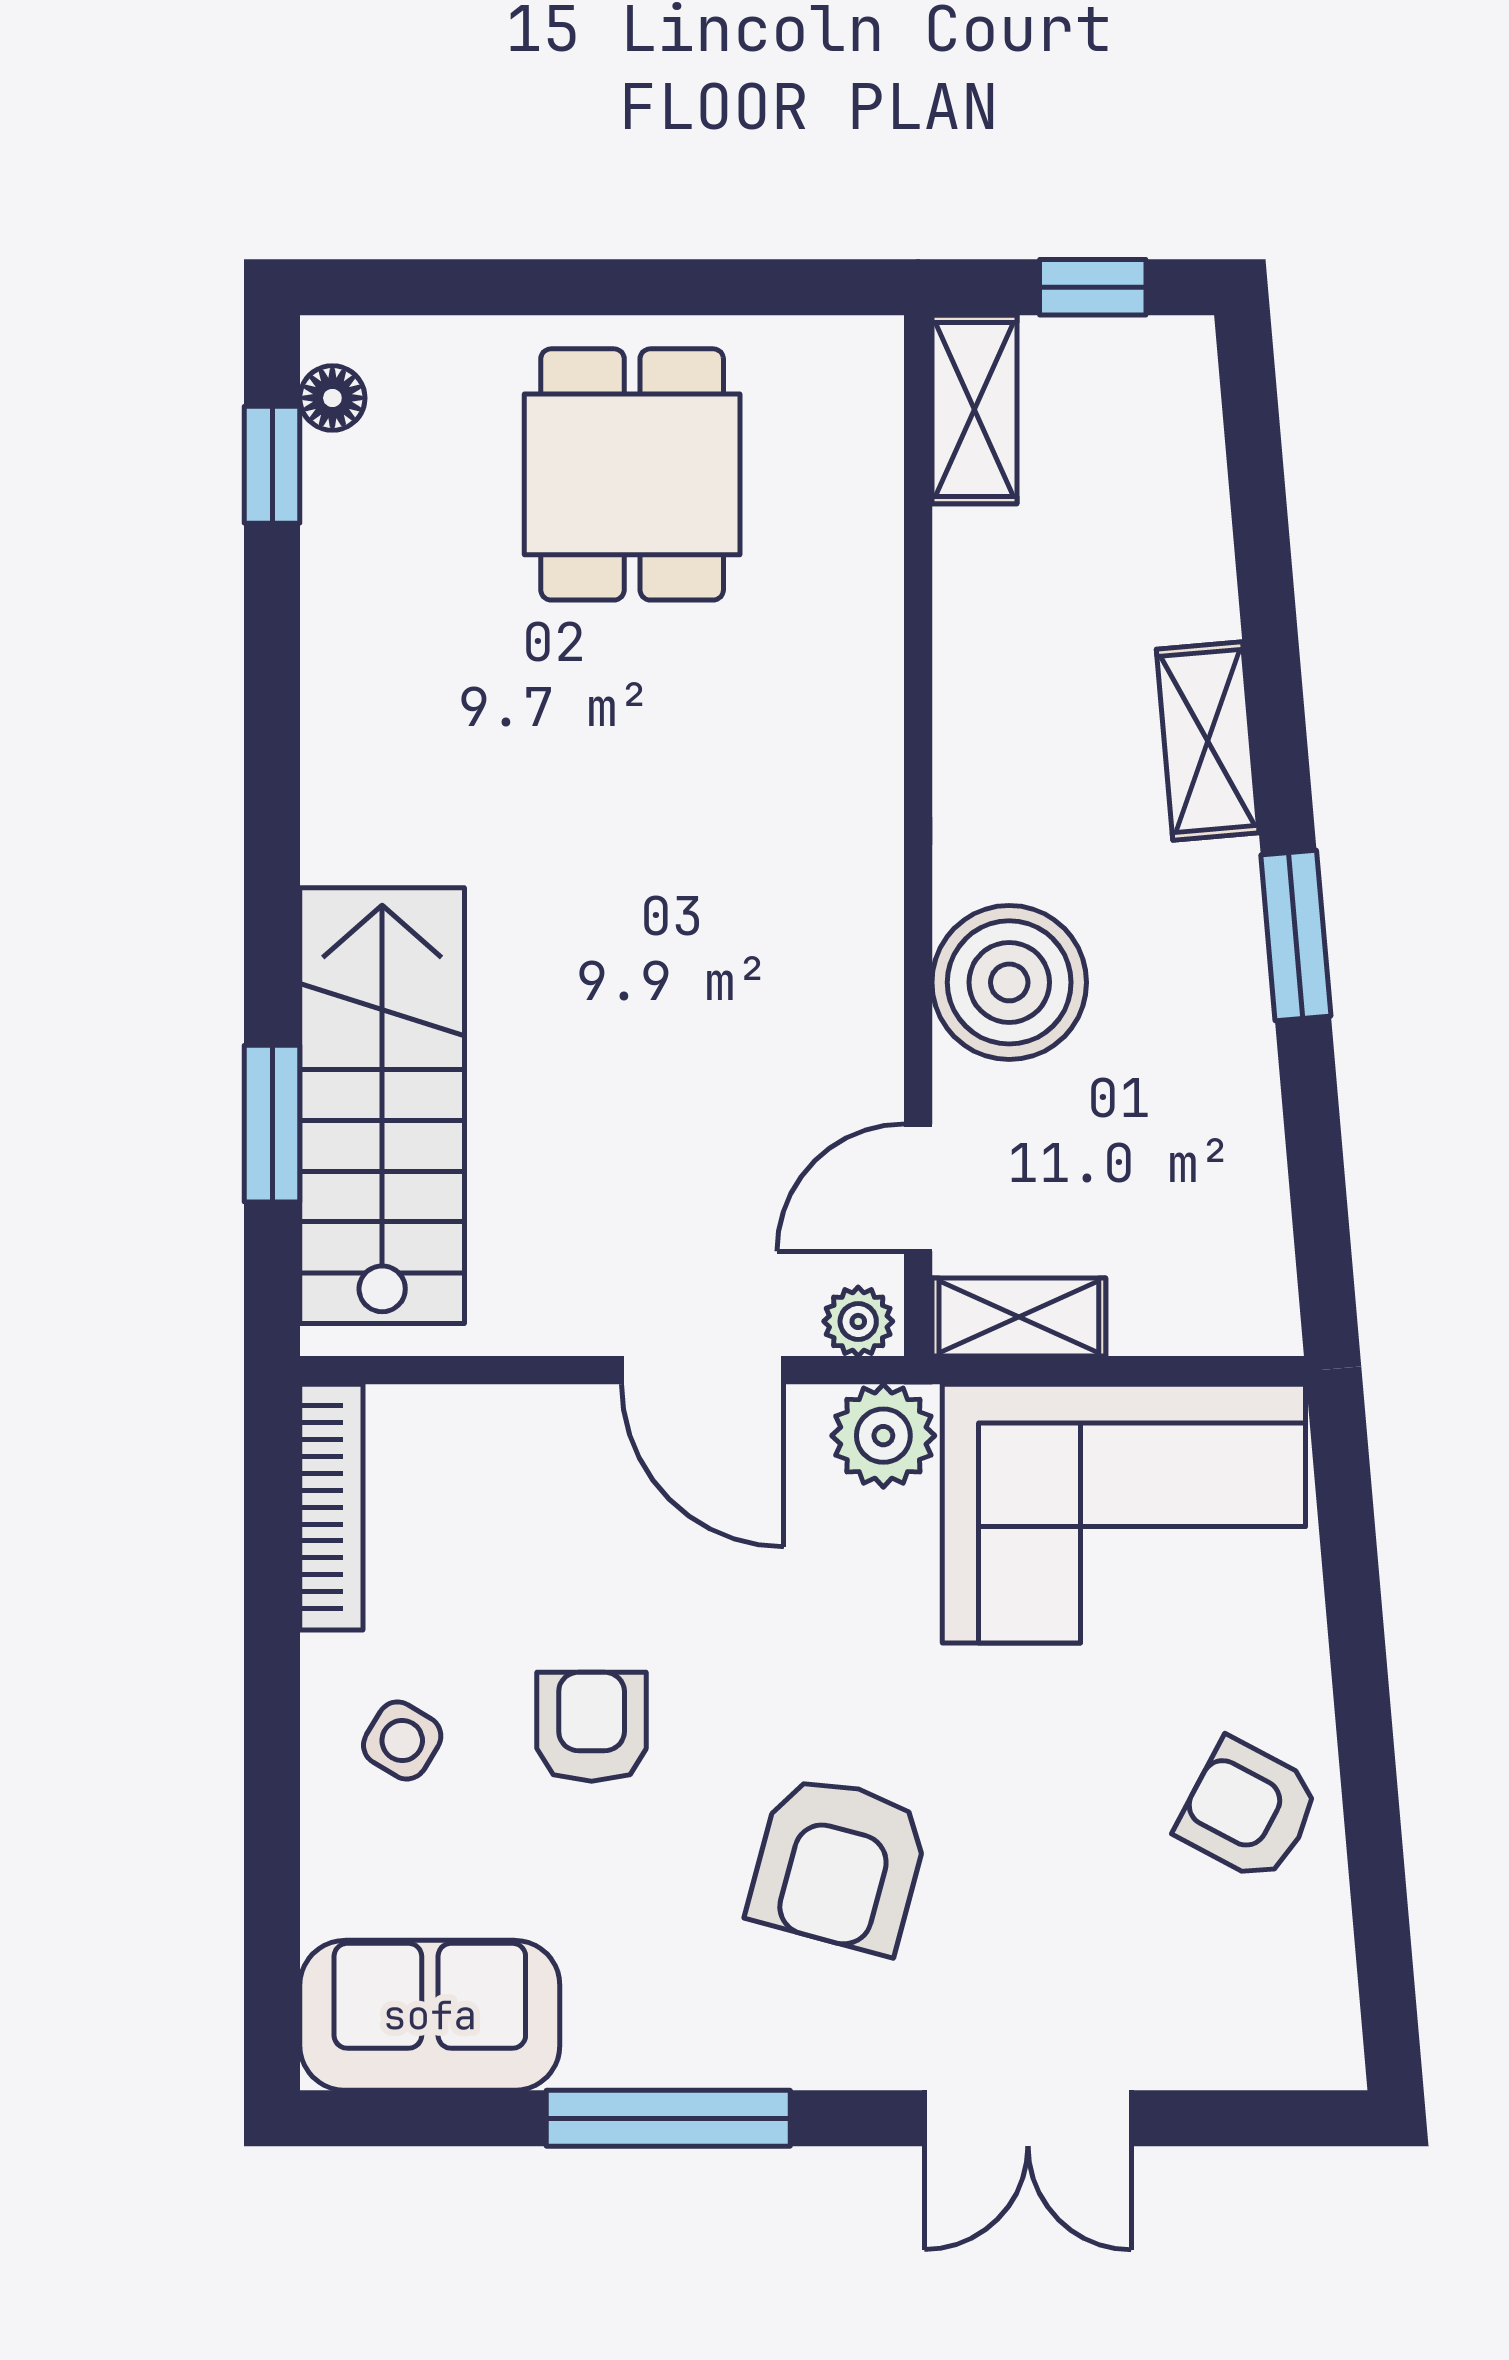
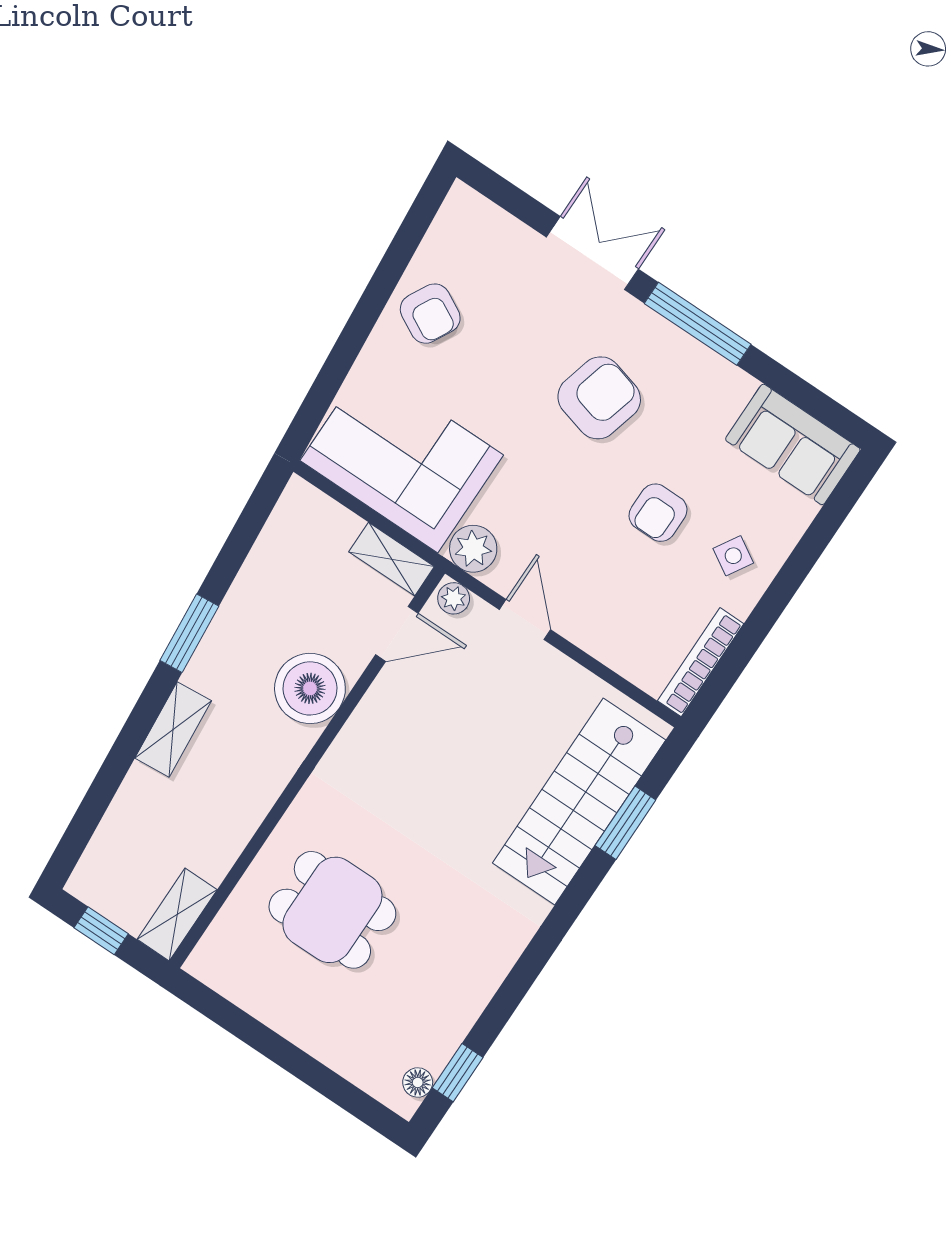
dining table: (632, 474) -> (332, 910), moved, turned 90
door: (703, 1370) -> (525, 620), width x0.73
window: (668, 2118) -> (698, 324), moved

